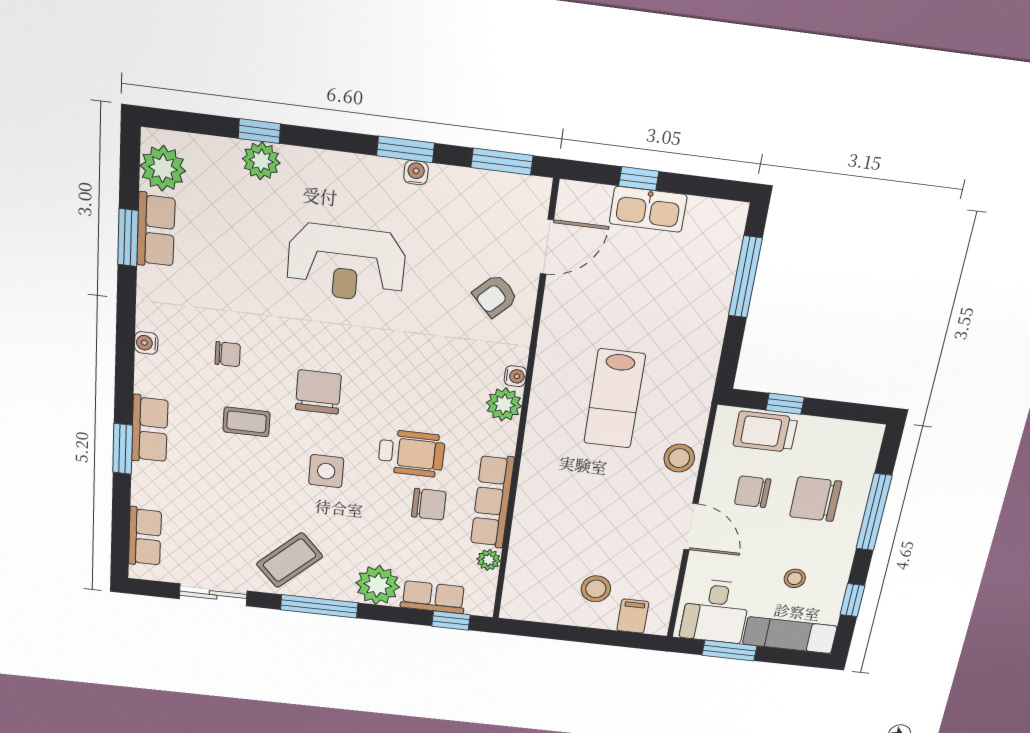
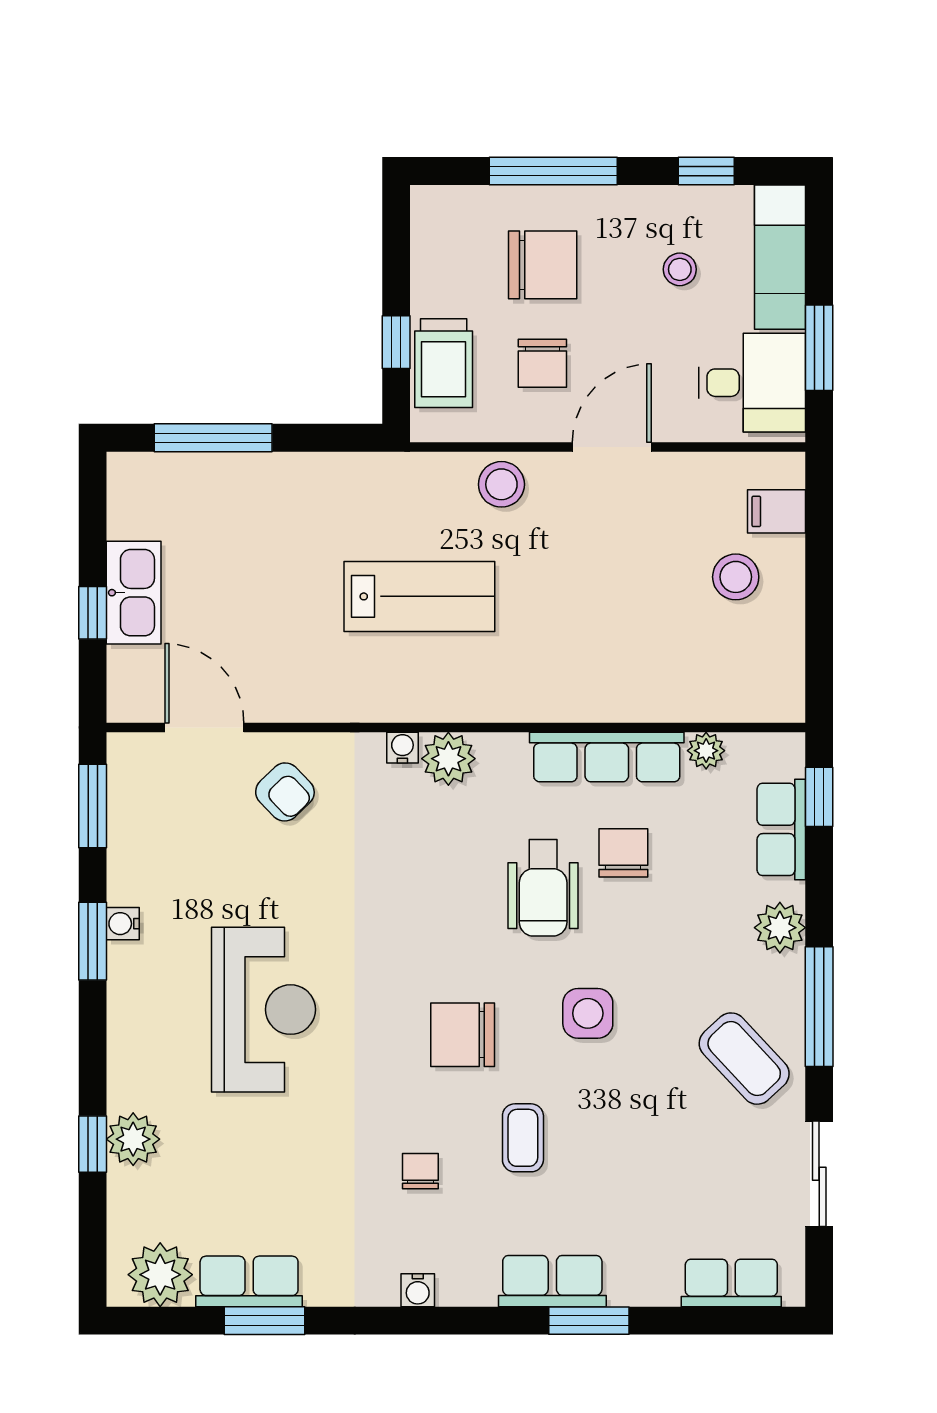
wheelchair: (411, 453) -> (543, 888), turned 180
chair: (816, 499) -> (543, 265), turned -90
plant: (378, 585) -> (780, 928), width x0.73, depth x0.73

